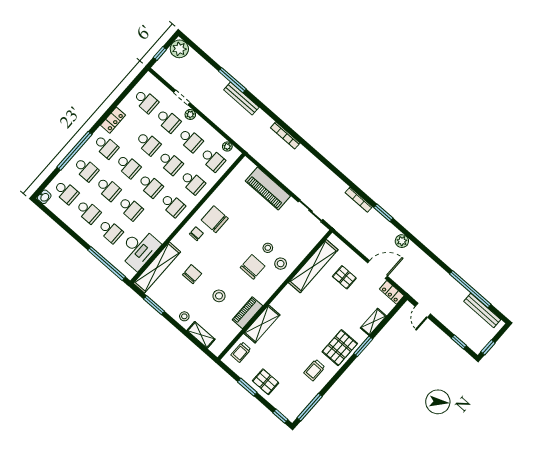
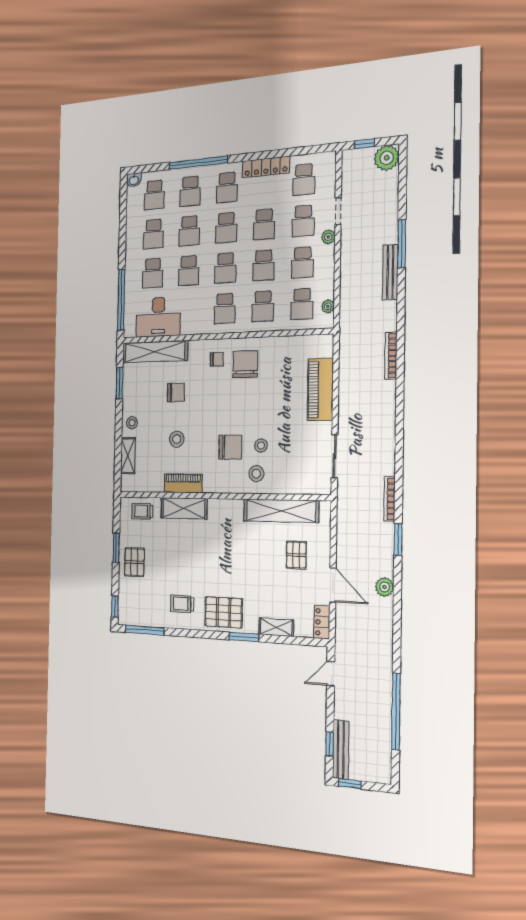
locker: (113, 120) -> (266, 167), width x1.53
bench: (482, 310) -> (341, 749), moved

